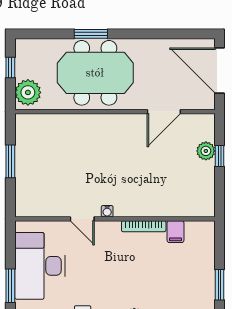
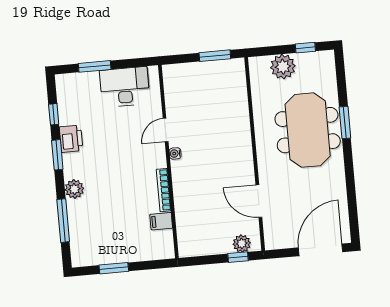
wall: (115, 112) -> (255, 154), moved
door: (164, 112) -> (259, 201), moved
desk: (40, 266) -> (125, 87), width x0.73, depth x0.77

